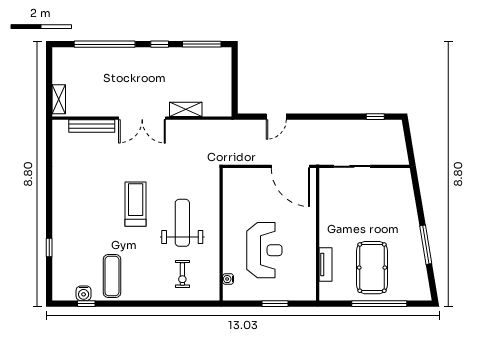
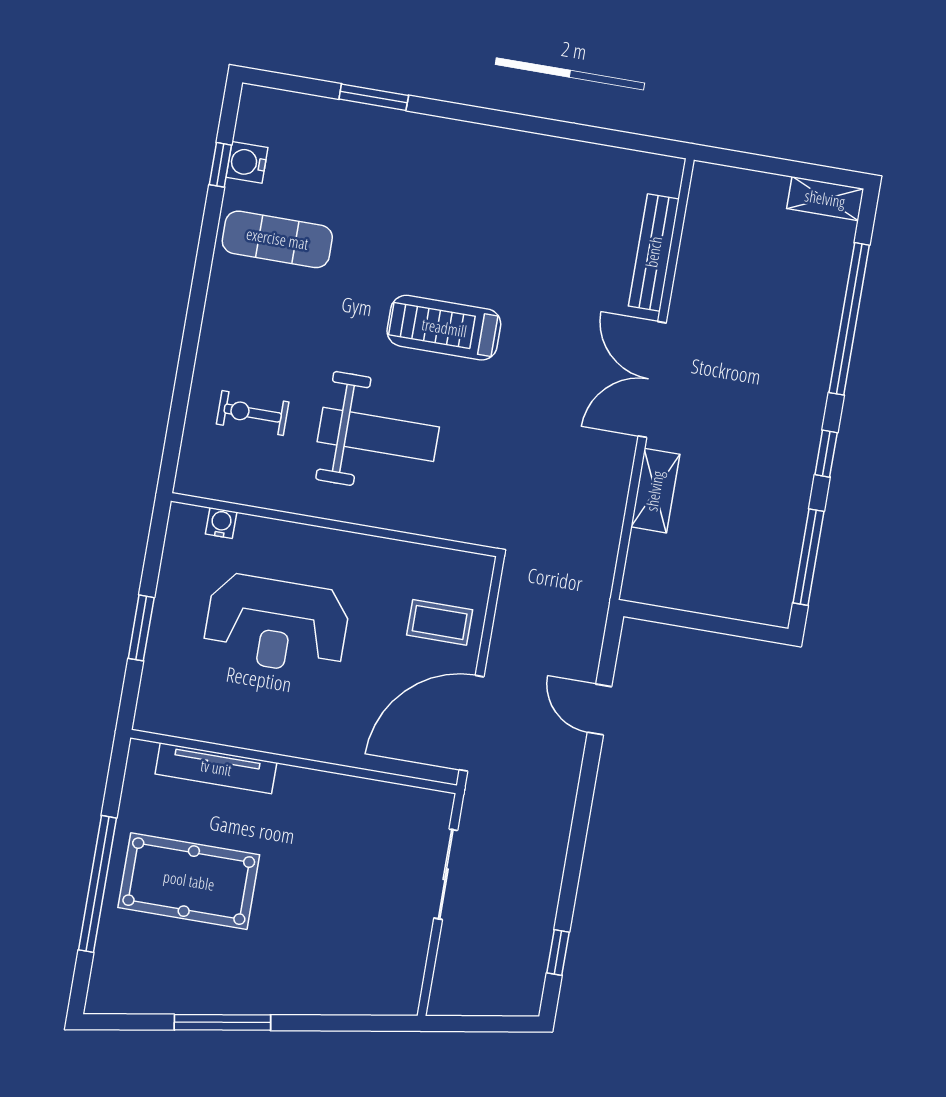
shelving: (59, 99) -> (825, 199), moved
coffee table: (253, 186) -> (440, 622), added
treadmill: (136, 204) -> (444, 328), turned 180
window: (49, 247) -> (374, 97), width x1.50
tv unit: (325, 264) -> (216, 768), width x1.41

